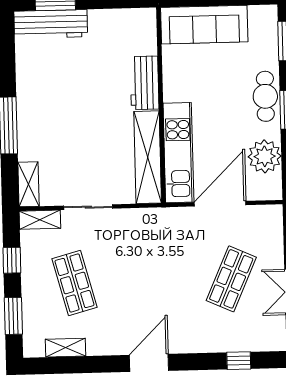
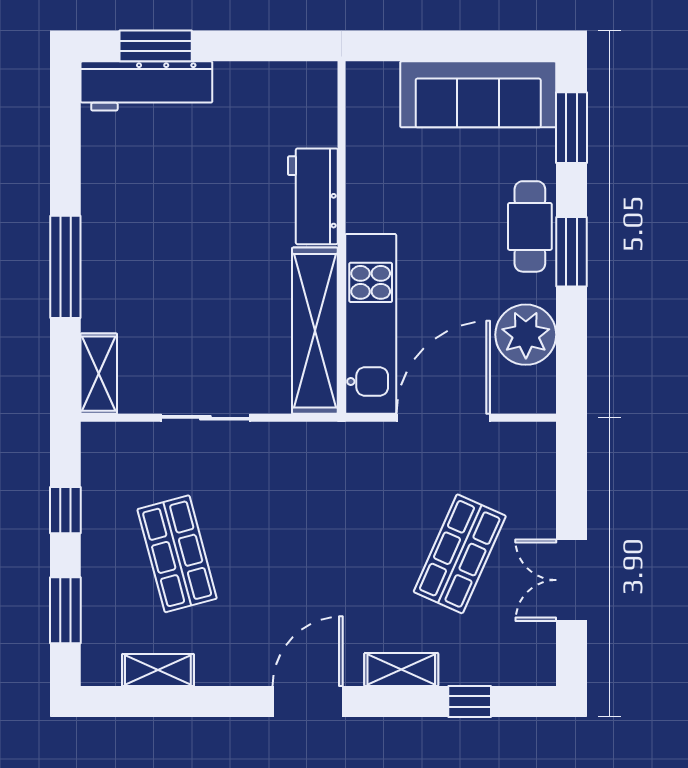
sofa: (204, 25) -> (478, 94), moved
shelving: (40, 220) -> (401, 670), moved

